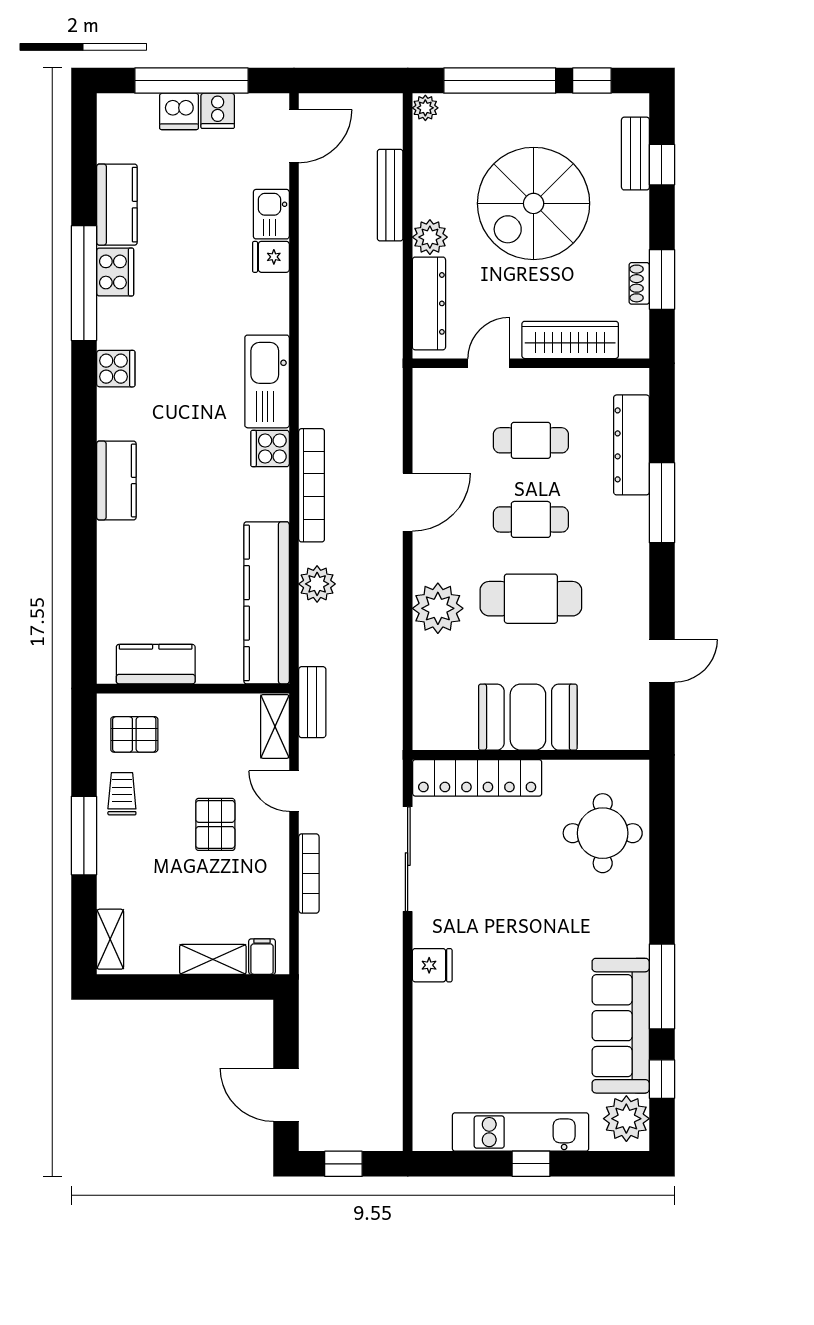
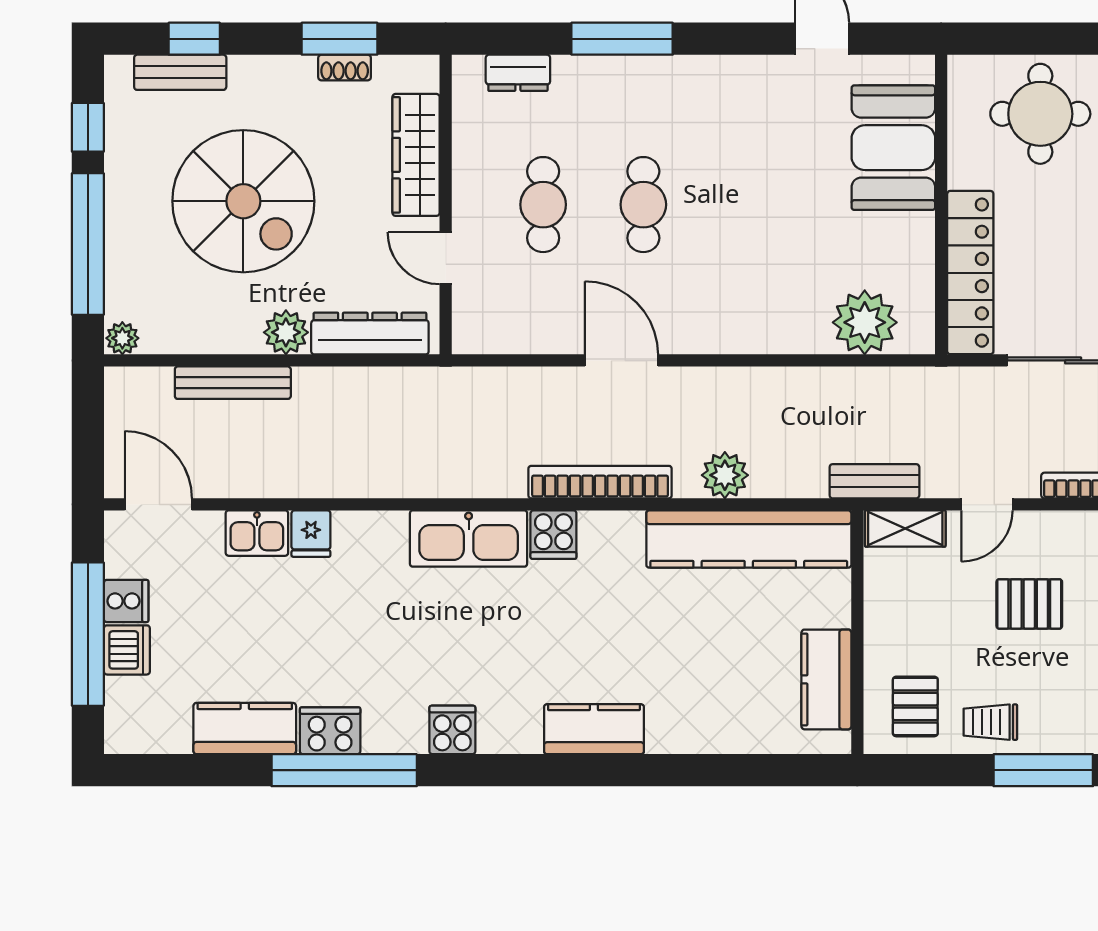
dresser: (632, 445) -> (518, 73), width x0.51, depth x0.80
cafe table: (531, 599) -> (743, 205), removed
plant: (438, 608) -> (865, 322), moved
booth: (528, 717) -> (893, 148), moved

